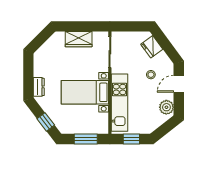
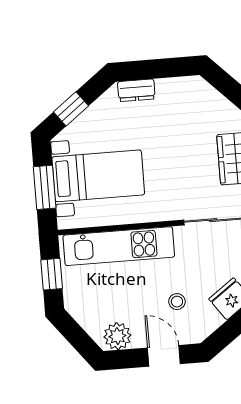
bed with nightstands: (85, 92) -> (98, 176), moved, turned 90

